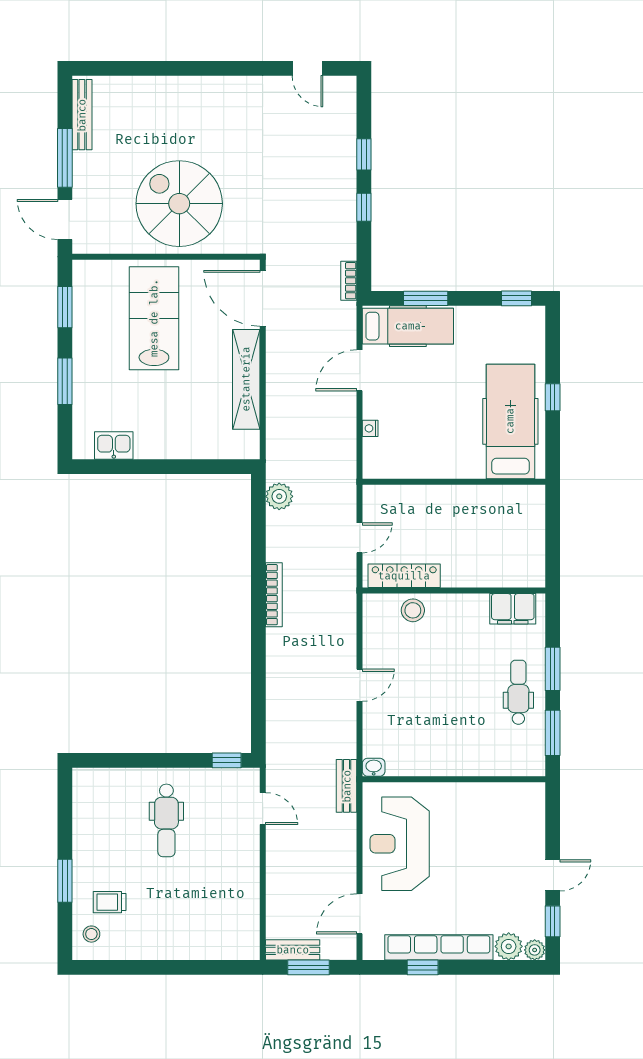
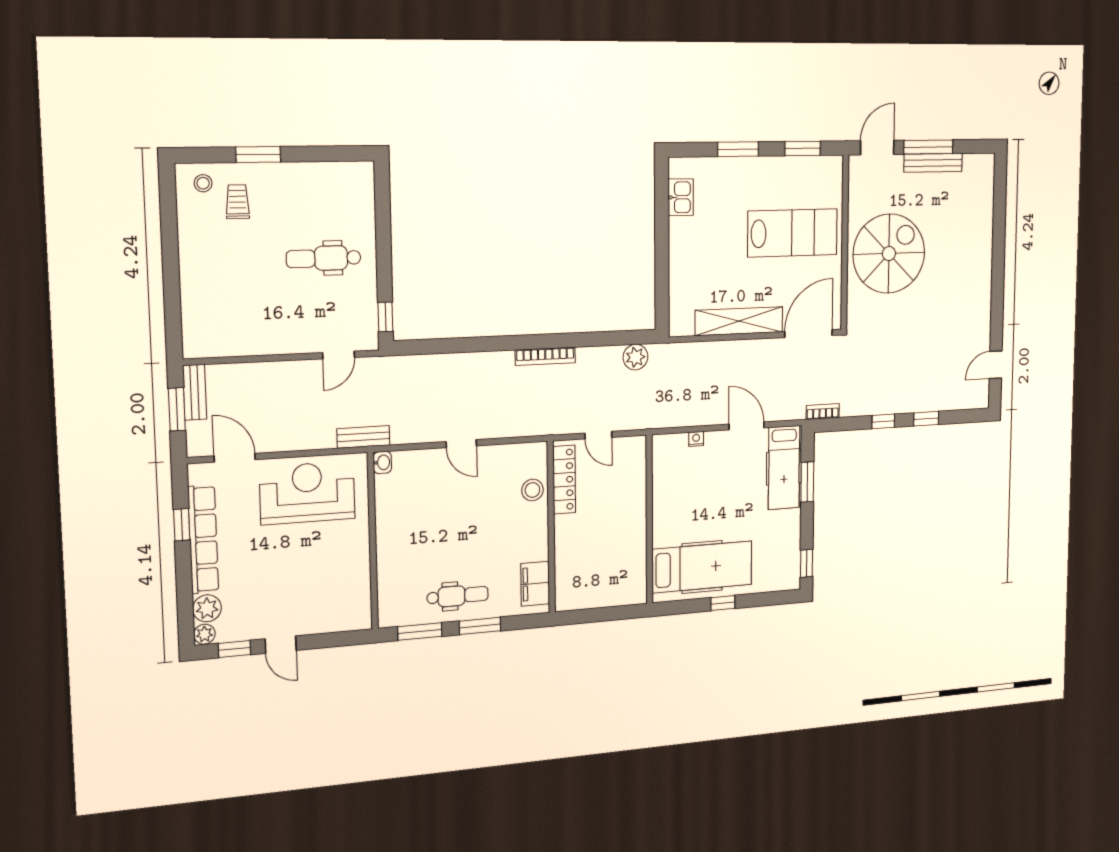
bench: (82, 115) -> (933, 163), moved

